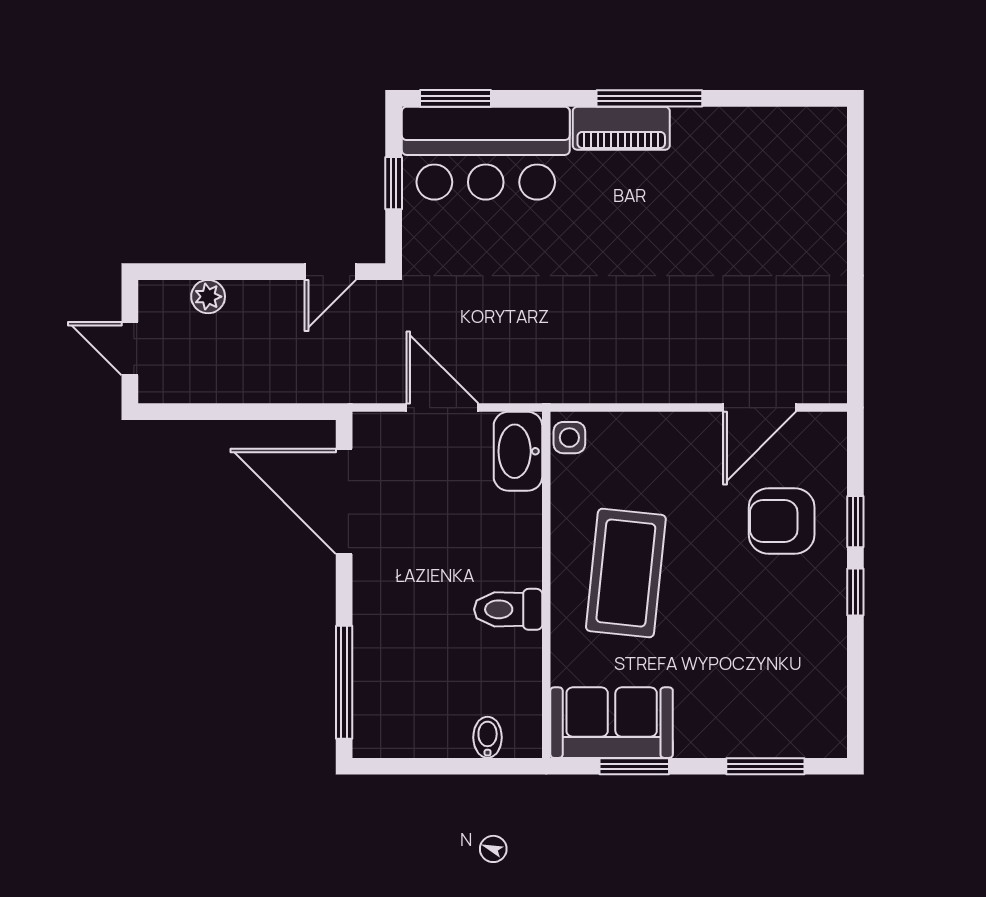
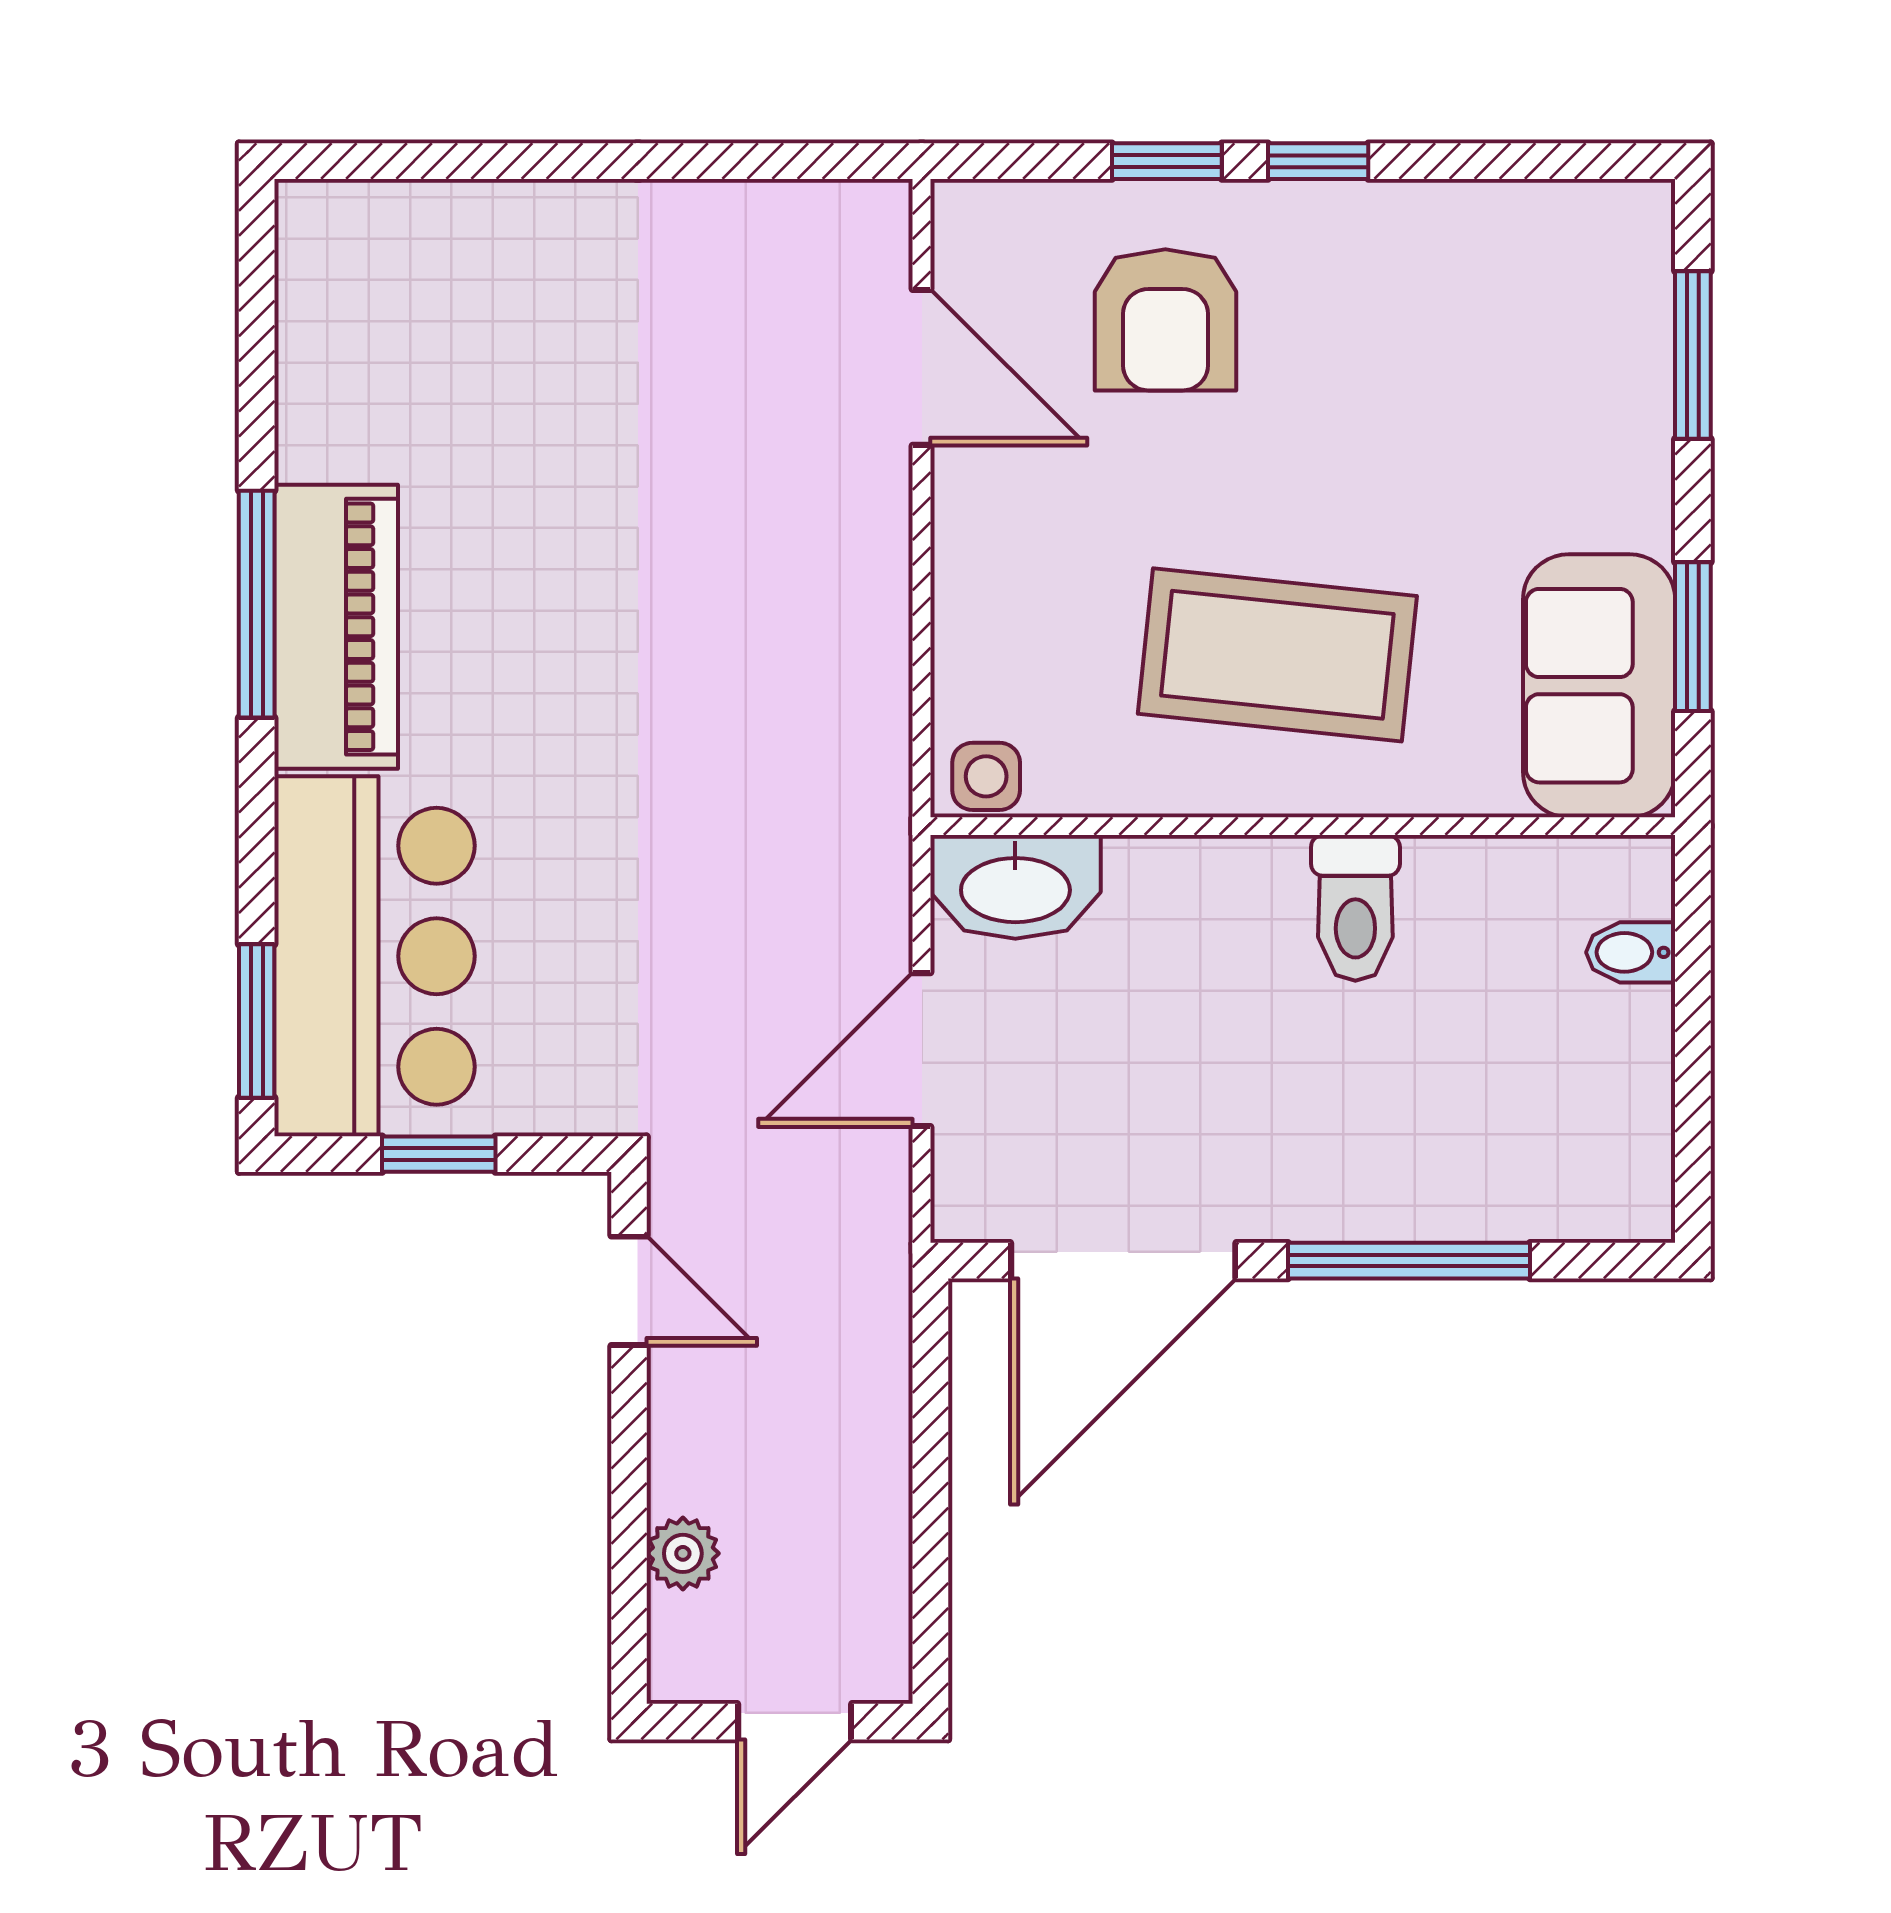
piano: (621, 128) -> (336, 627), width x1.37, depth x1.33
window: (344, 682) -> (1409, 1261), moved

